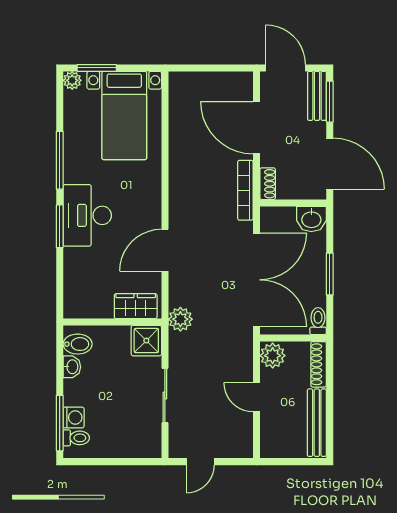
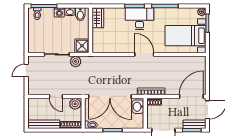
door: (256, 128) -> (191, 96), moved
washbasin: (311, 219) -> (138, 107), moved
door: (165, 250) -> (144, 54), moved
wardrobe: (136, 306) -> (98, 18), moved
plant: (180, 319) -> (76, 61), moved
door: (256, 397) -> (56, 96), swing flipped
washing machine: (74, 417) -> (59, 12), moved
door: (200, 462) -> (26, 71), hinge flipped

